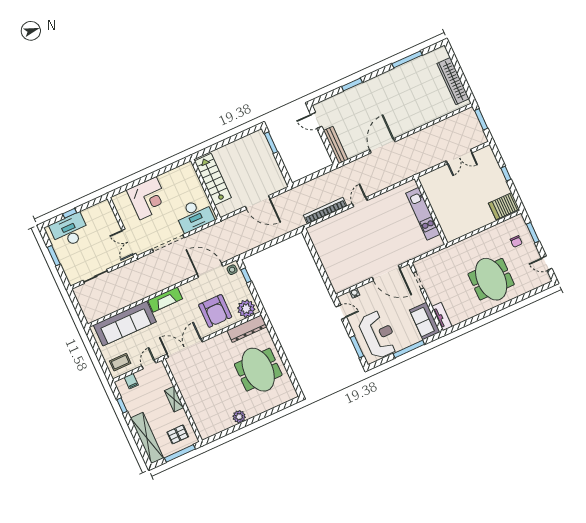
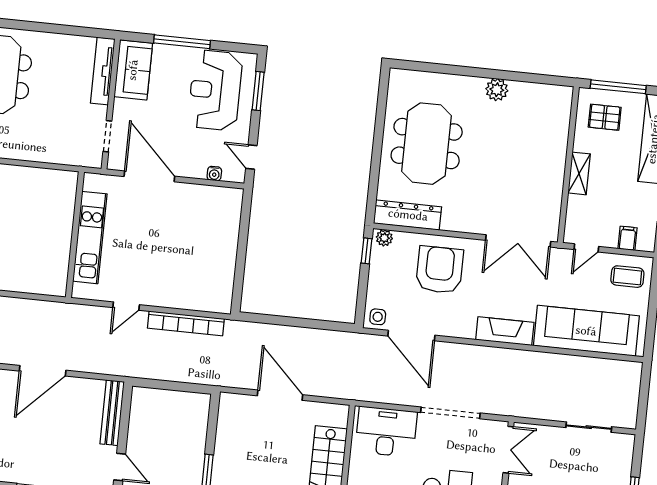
wall: (431, 211) -> (75, 235), moved
kitchen unit: (423, 214) -> (90, 238), moved
window: (246, 275) -> (367, 251), moved
plant: (246, 309) -> (384, 238), width x0.53, depth x0.53
tv unit: (442, 317) -> (103, 71), width x1.41

